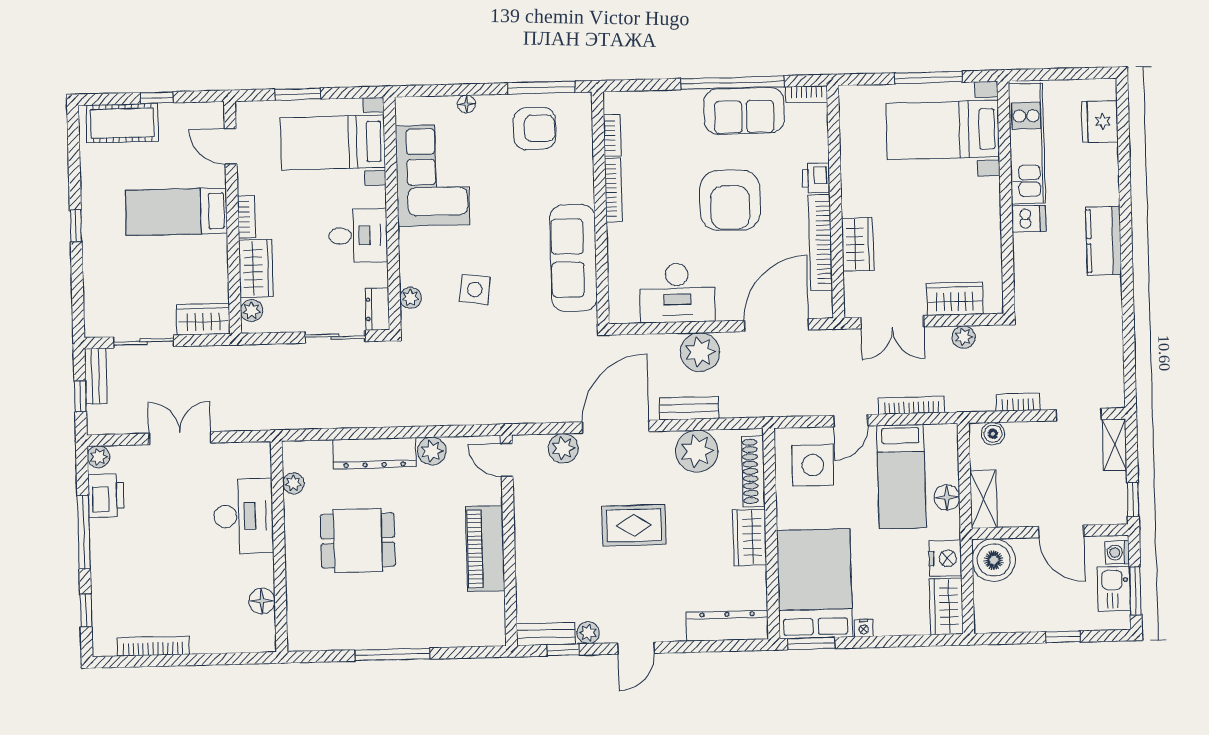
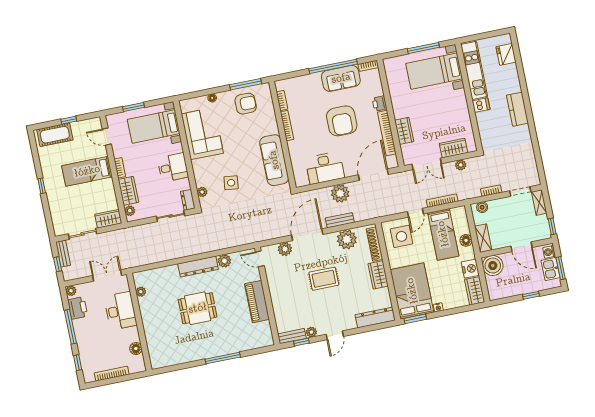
plant: (293, 483) -> (141, 292), moved
desk: (243, 516) -> (120, 311), moved
wall: (279, 546) -> (139, 322), moved
floor lamp: (262, 601) -> (136, 349), moved

